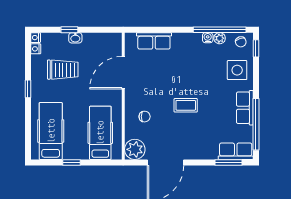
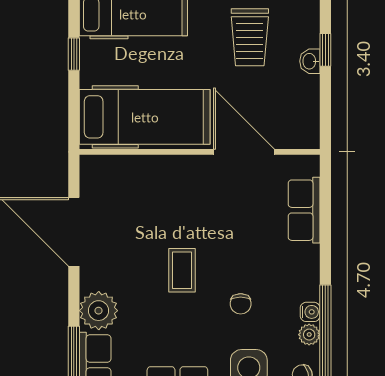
chair: (145, 117) -> (241, 304), moved
hospital bed: (100, 133) -> (145, 117), width x1.37, depth x1.29
plant: (135, 149) -> (99, 311), moved

